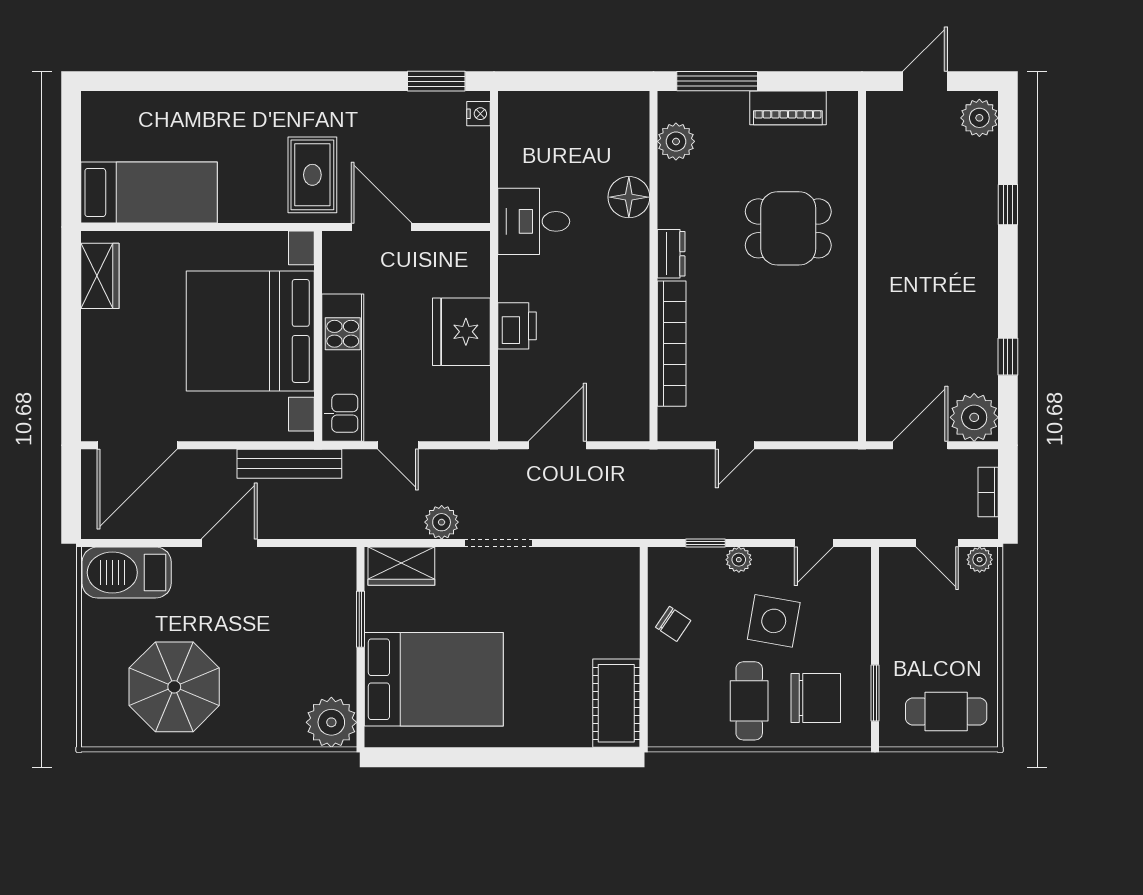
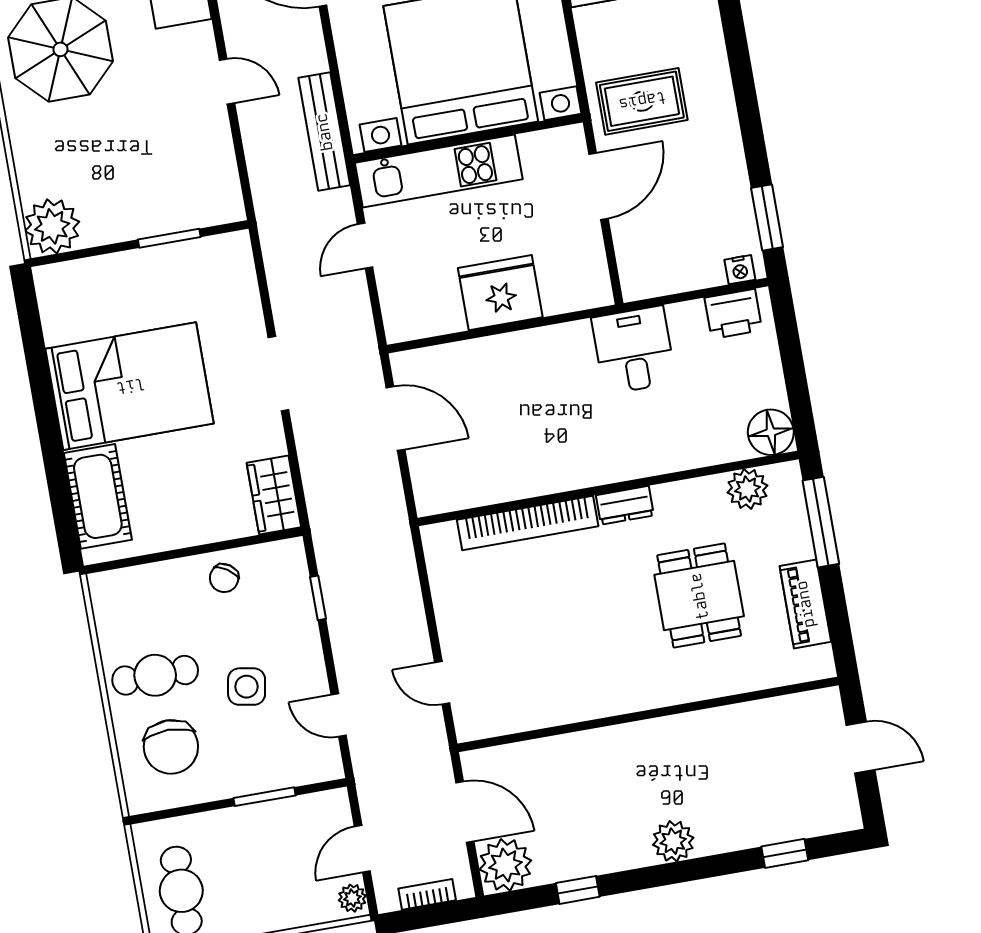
plant: (979, 118) -> (673, 841), moved
floor lamp: (629, 197) -> (771, 432), moved
window: (1008, 205) -> (785, 853), moved
dining table: (788, 228) -> (699, 596), moved
printer: (517, 326) -> (733, 314), moved
door: (735, 445) -> (442, 683), moved
plant: (442, 522) -> (290, 308), removed
door: (229, 543) -> (227, 81), width x0.73
plant: (739, 560) -> (306, 637), removed
wardrobe: (401, 566) -> (274, 495), moved
side table: (774, 621) -> (247, 687), width x0.73, depth x0.73
bed: (434, 679) -> (130, 386), moved, turned -90
window: (875, 693) -> (264, 797), moved
cot: (616, 703) -> (98, 496), moved, turned 90

